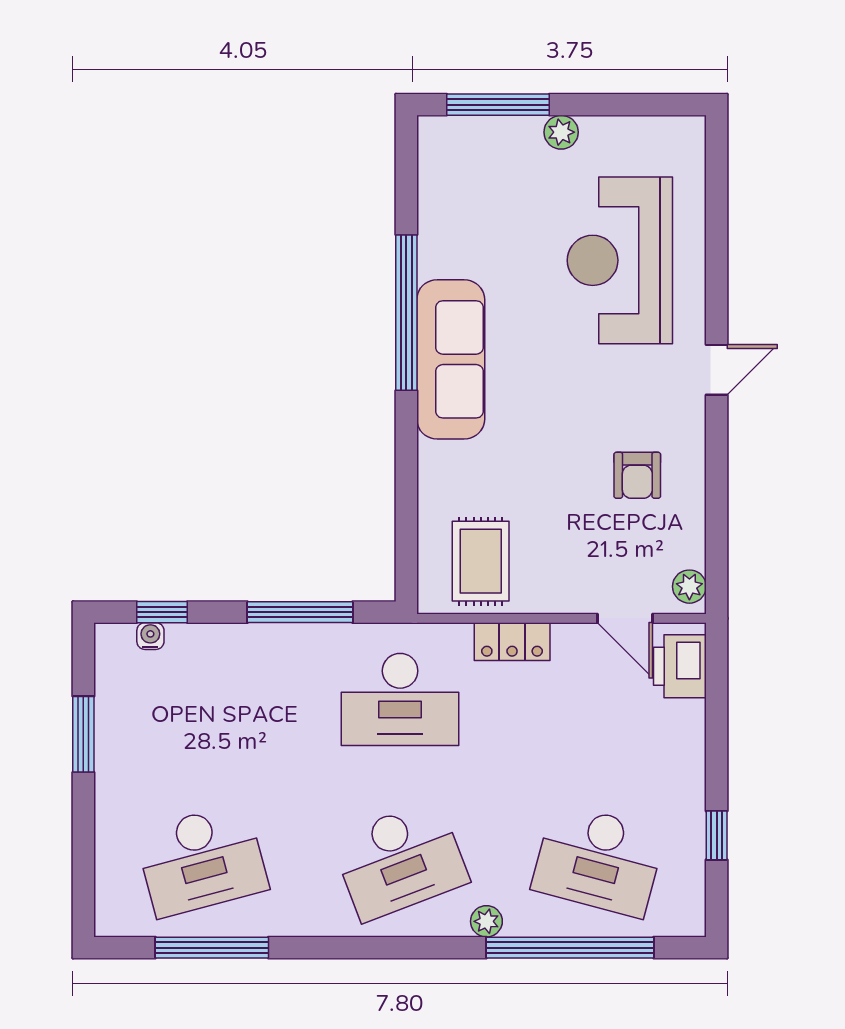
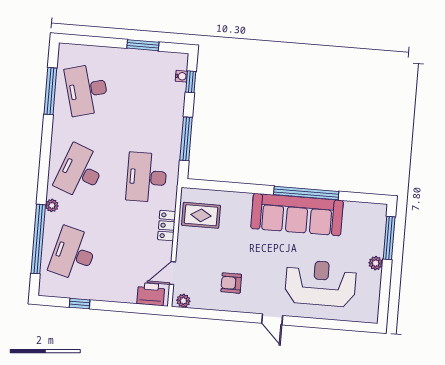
sofa: (451, 359) -> (297, 215), width x1.36, depth x1.27
desk: (400, 860) -> (80, 172), turned 42

